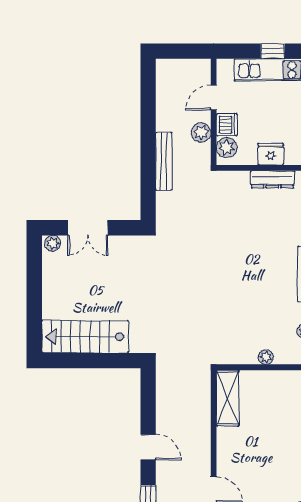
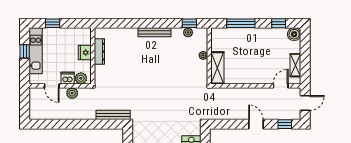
bench: (164, 161) -> (113, 115), moved
shelving: (228, 398) -> (217, 68), moved, turned 90
door: (148, 447) -> (256, 124), hinge flipped

